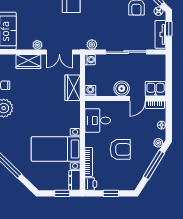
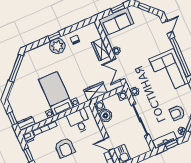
boiler: (122, 89) -> (105, 116), moved
bed with nightstands: (56, 149) -> (56, 94), moved

